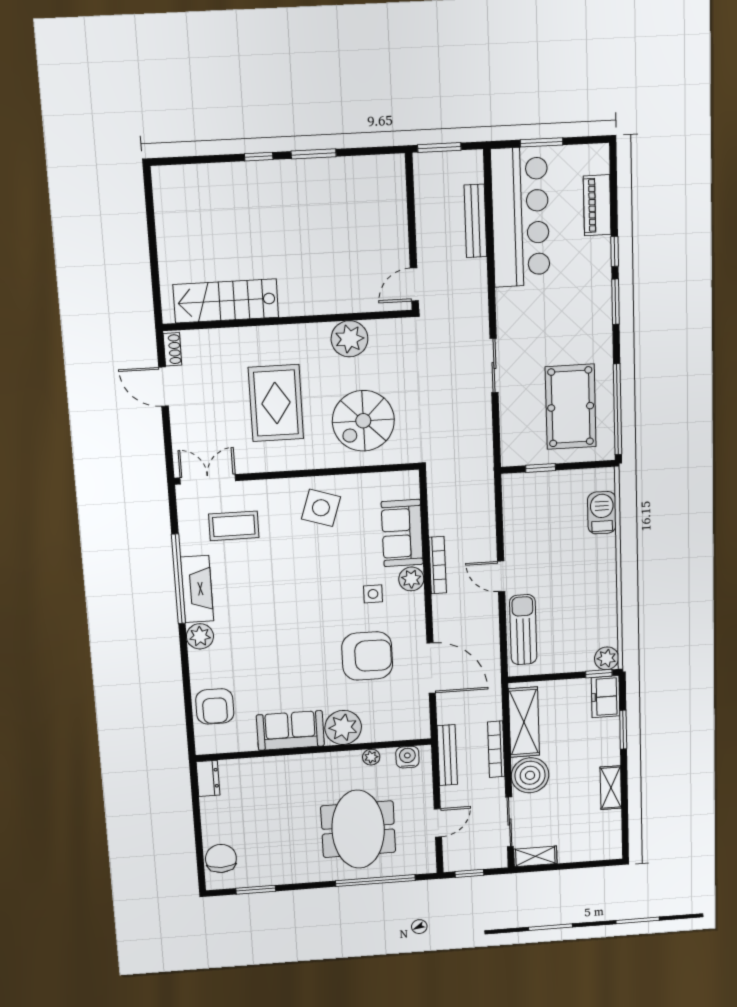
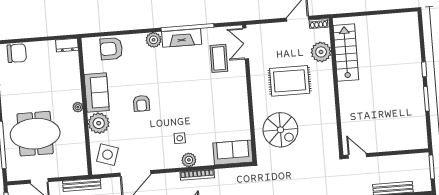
plant: (349, 339) -> (321, 52), moved
spiral stairs: (363, 421) -> (280, 130), turned 180
double door: (208, 479) -> (246, 43), swing flipped
side table: (321, 508) -> (107, 155), moved
sofa: (402, 533) -> (233, 152), moved
armchair: (367, 656) -> (141, 103), moved, width x0.53, depth x0.53
plant: (371, 757) -> (78, 107), moved
water cooler: (407, 757) -> (80, 161), removed

